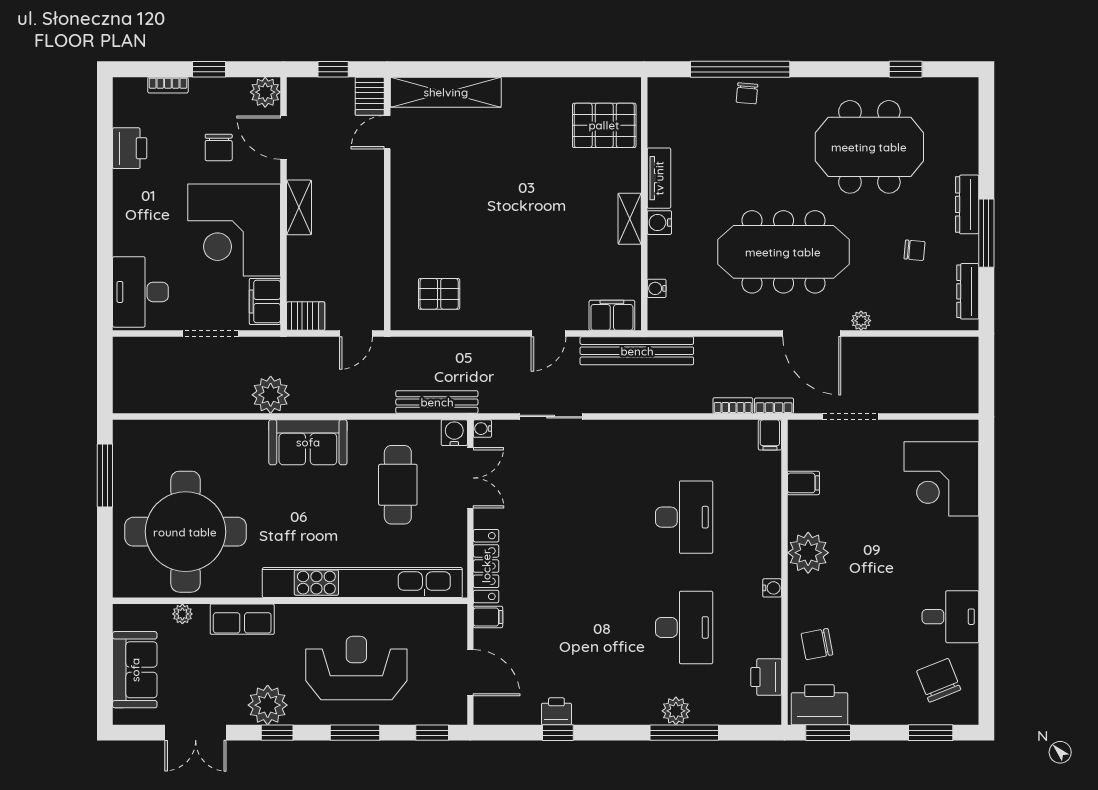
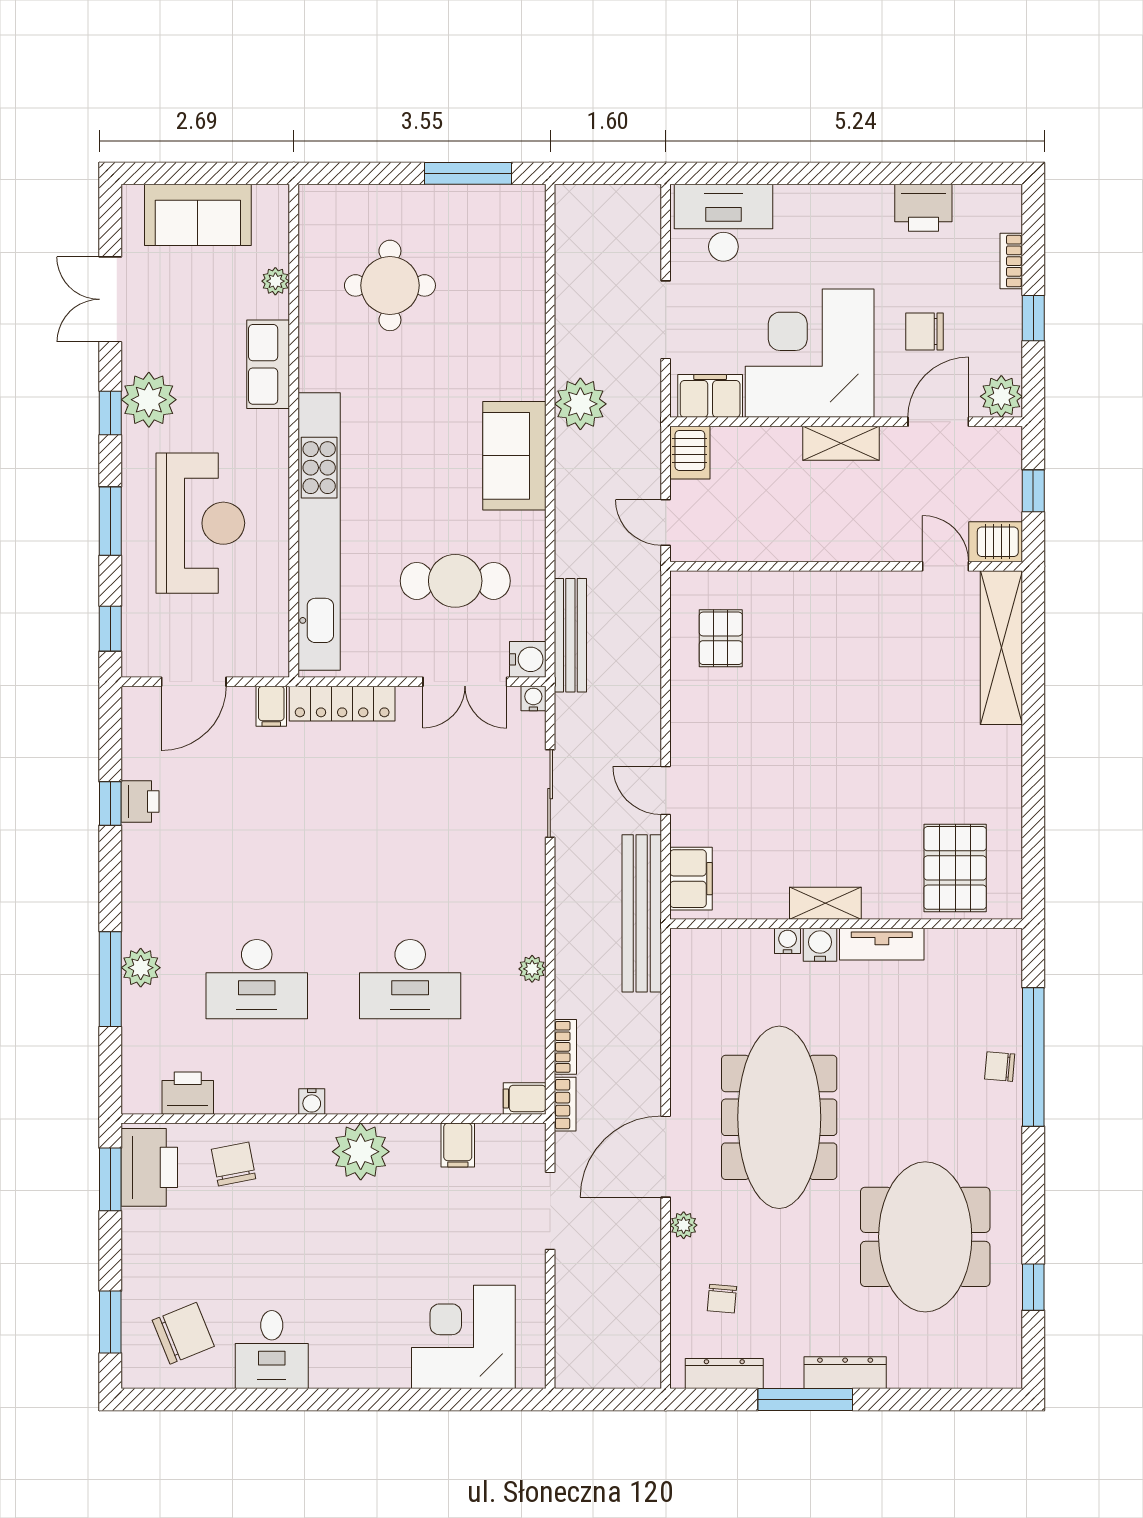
chair: (915, 250) -> (722, 1299), moved
water cooler: (657, 288) -> (788, 941), moved
plant: (677, 429) -> (532, 969), added
round table: (185, 532) -> (390, 285), width x0.54, depth x0.54

